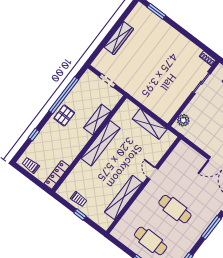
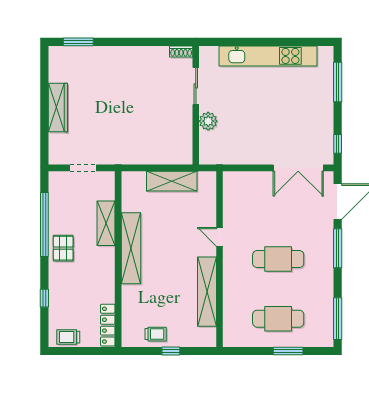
plant: (183, 120) -> (208, 121), moved

